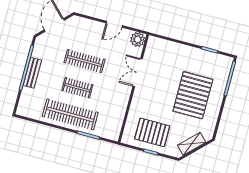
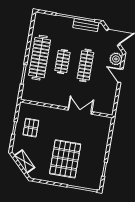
door: (114, 24) -> (120, 76), moved
plant: (138, 39) -> (116, 59), moved
bench: (32, 73) -> (86, 25), moved
pallet: (193, 95) -> (65, 159), turned 90
pallet: (152, 132) -> (31, 128), width x0.67, depth x0.71

